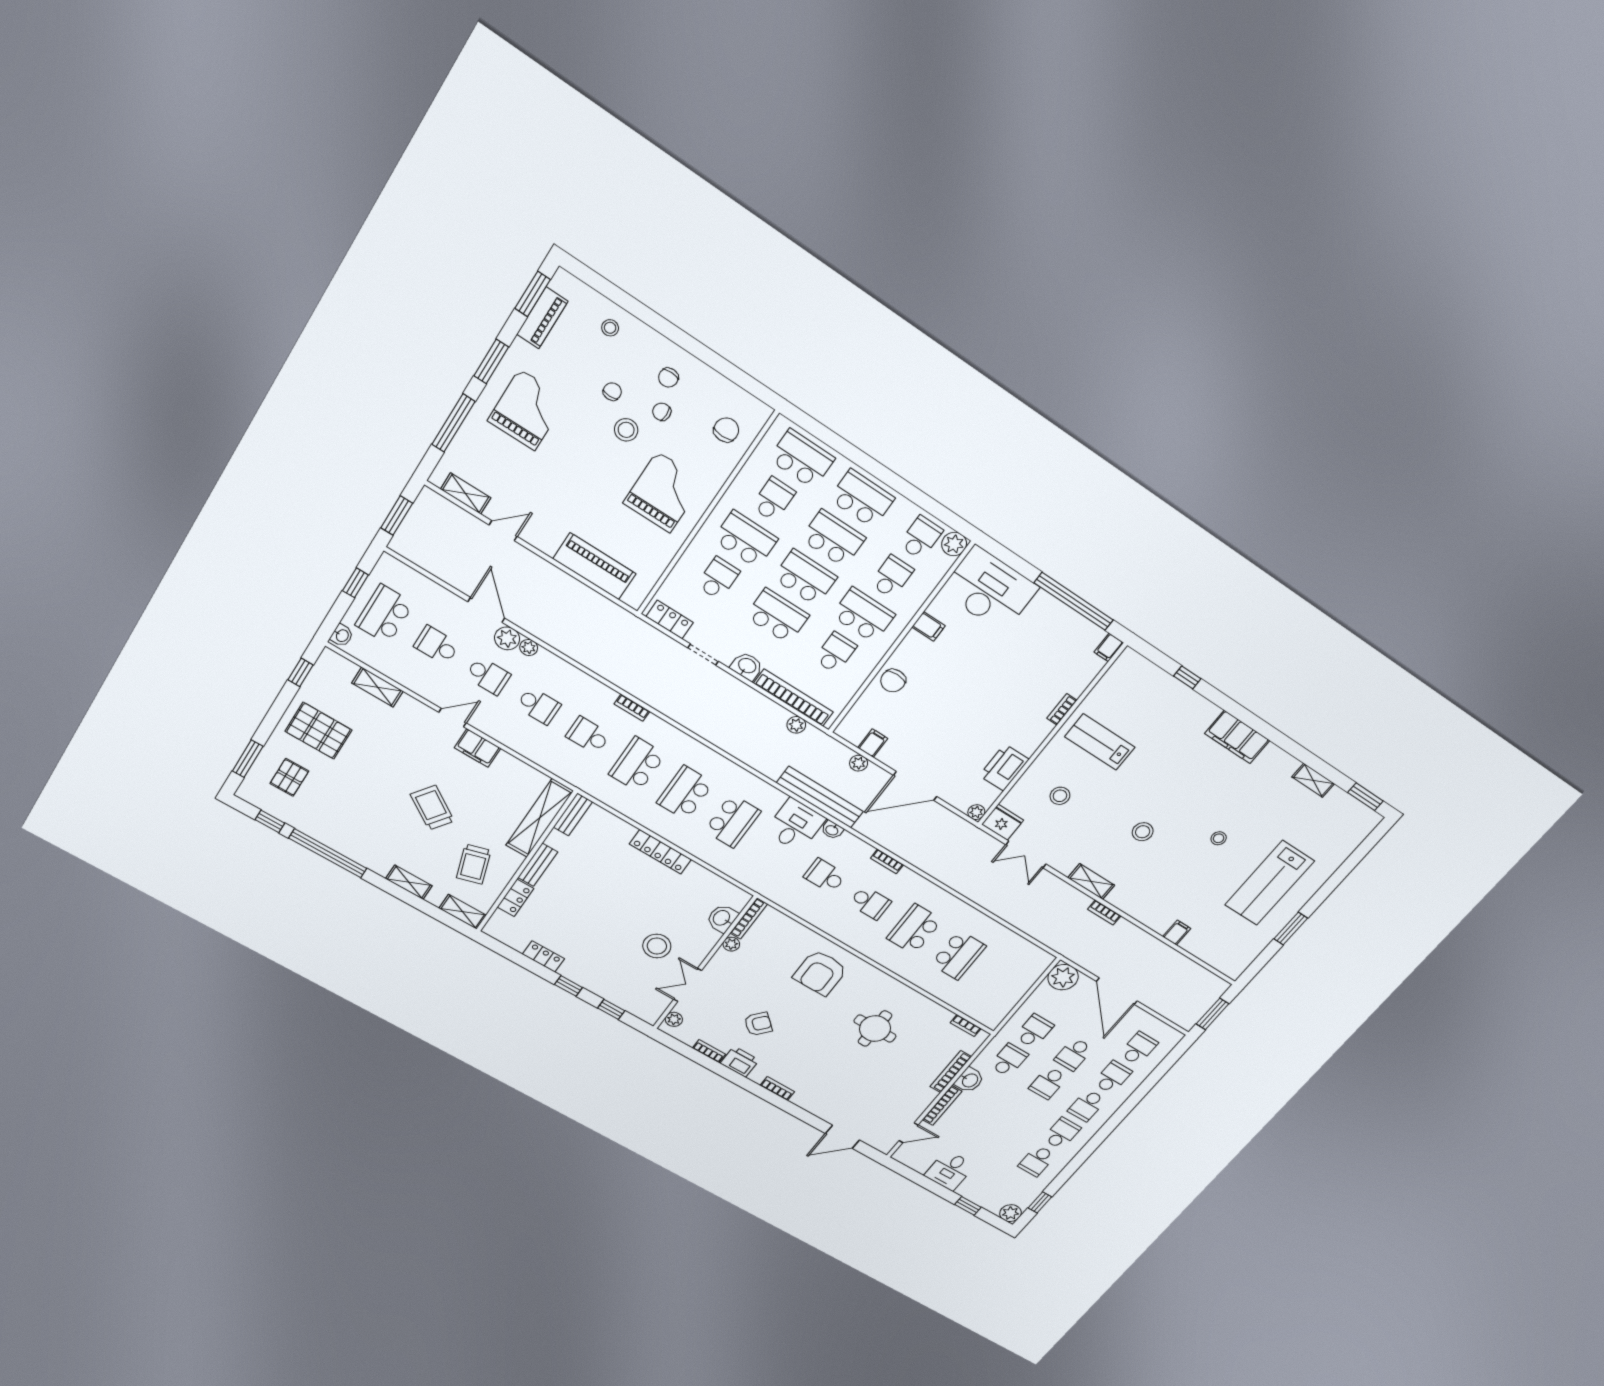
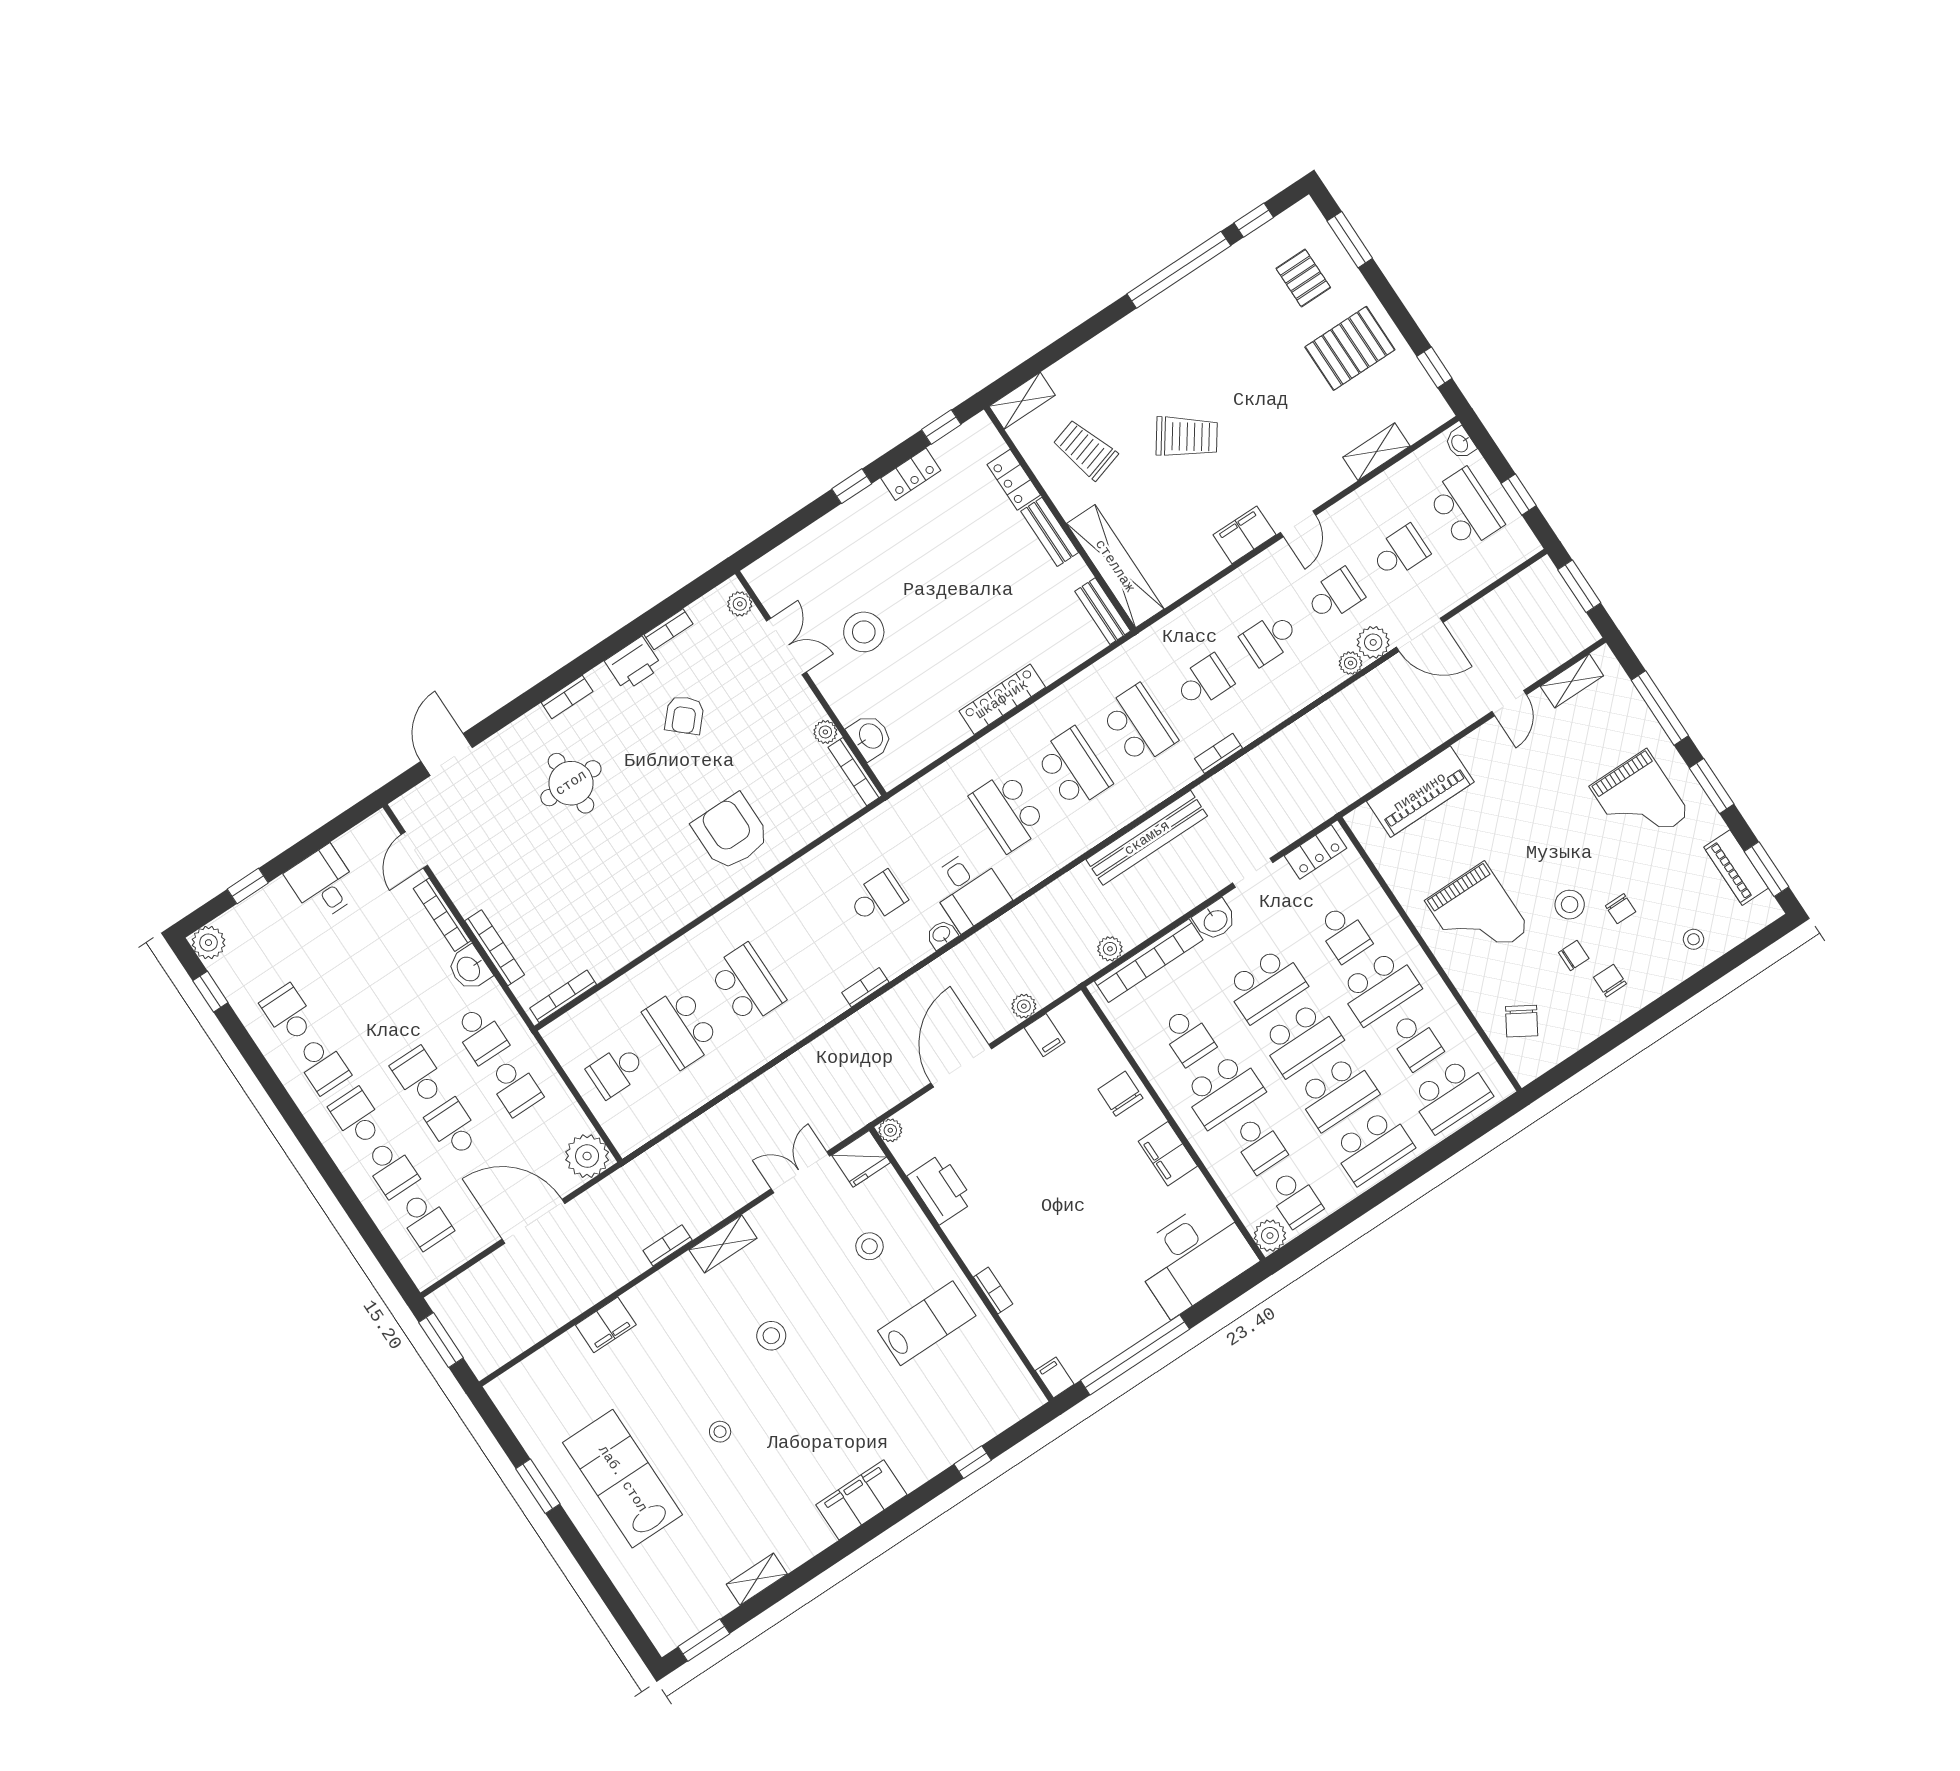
chair: (726, 430) -> (1522, 1021), turned 31
filing cabinet: (928, 626) -> (1168, 1154), width x2.00
school desk: (488, 676) -> (1335, 595), turned 180
bench: (820, 797) -> (1147, 838), moved
shelving: (409, 882) -> (1094, 353), removed
school desk: (870, 903) -> (616, 1071), moved
filing cabinet: (1177, 933) -> (606, 1325), width x2.00
window: (611, 1009) -> (941, 427), moved
bookcase: (966, 1026) -> (563, 996), width x1.56
round table: (875, 1029) -> (571, 783), moved

